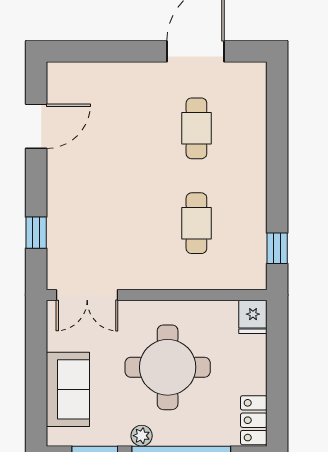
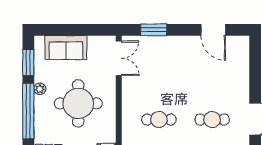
window: (36, 233) -> (154, 30), width x1.50
double door: (87, 295) -> (119, 58), swing flipped

